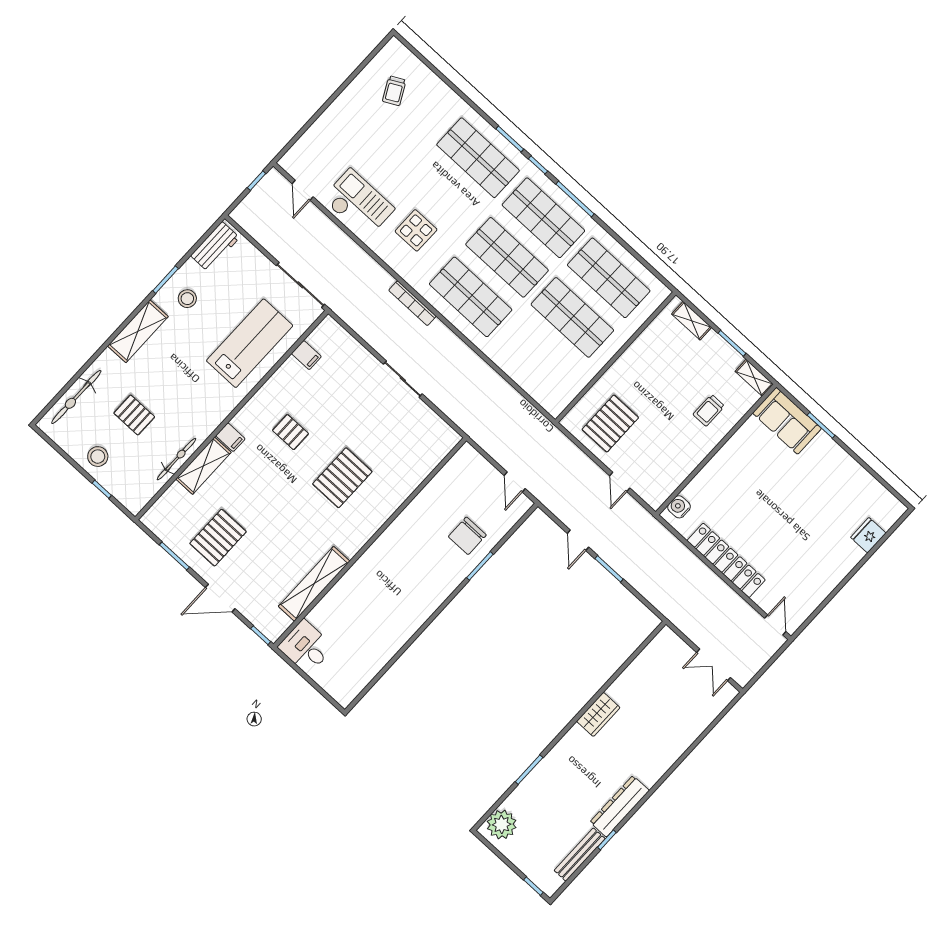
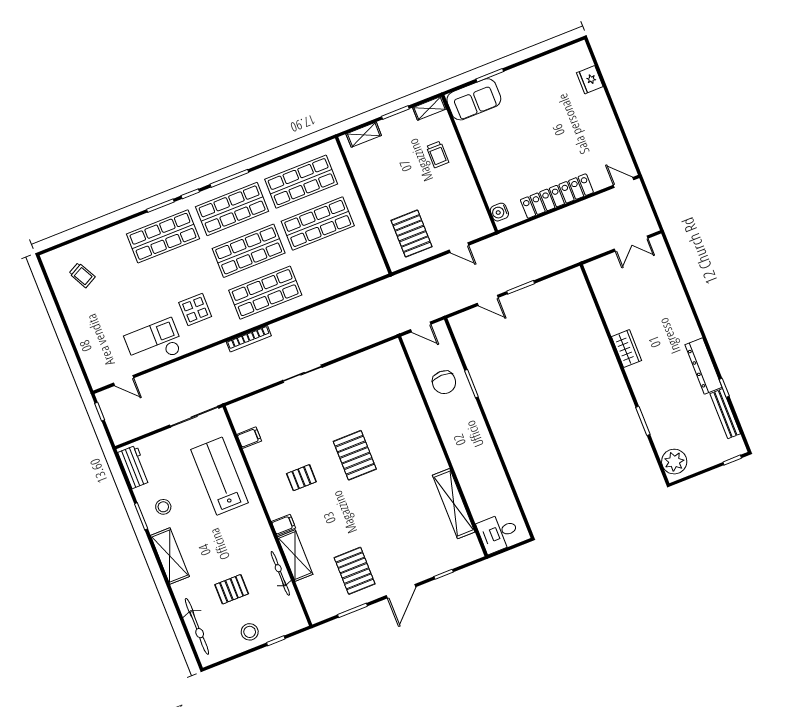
wall: (370, 542) -> (443, 446), moved
shelving: (314, 584) -> (454, 504), moved
desk: (306, 647) -> (498, 533), moved

